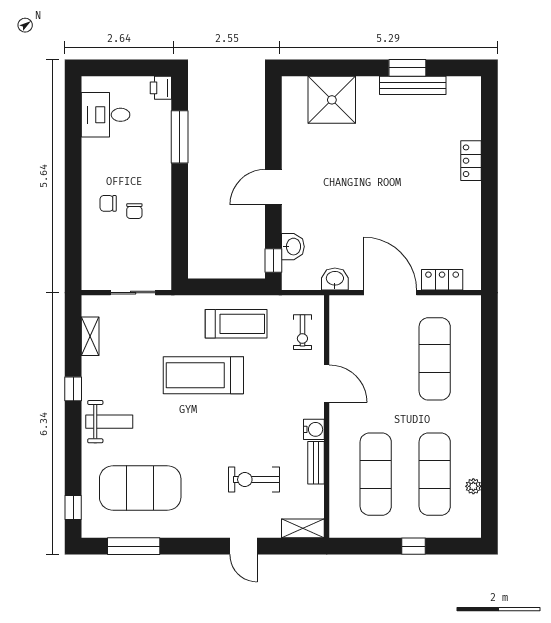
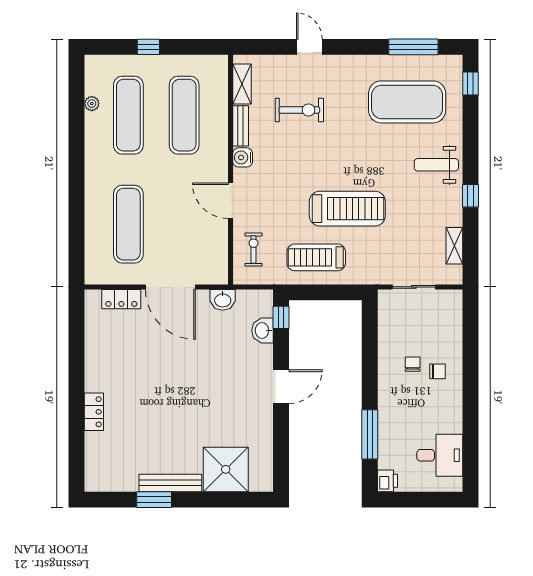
bench: (413, 85) -> (170, 483), moved
shelving: (303, 528) -> (242, 84), moved, turned 90

